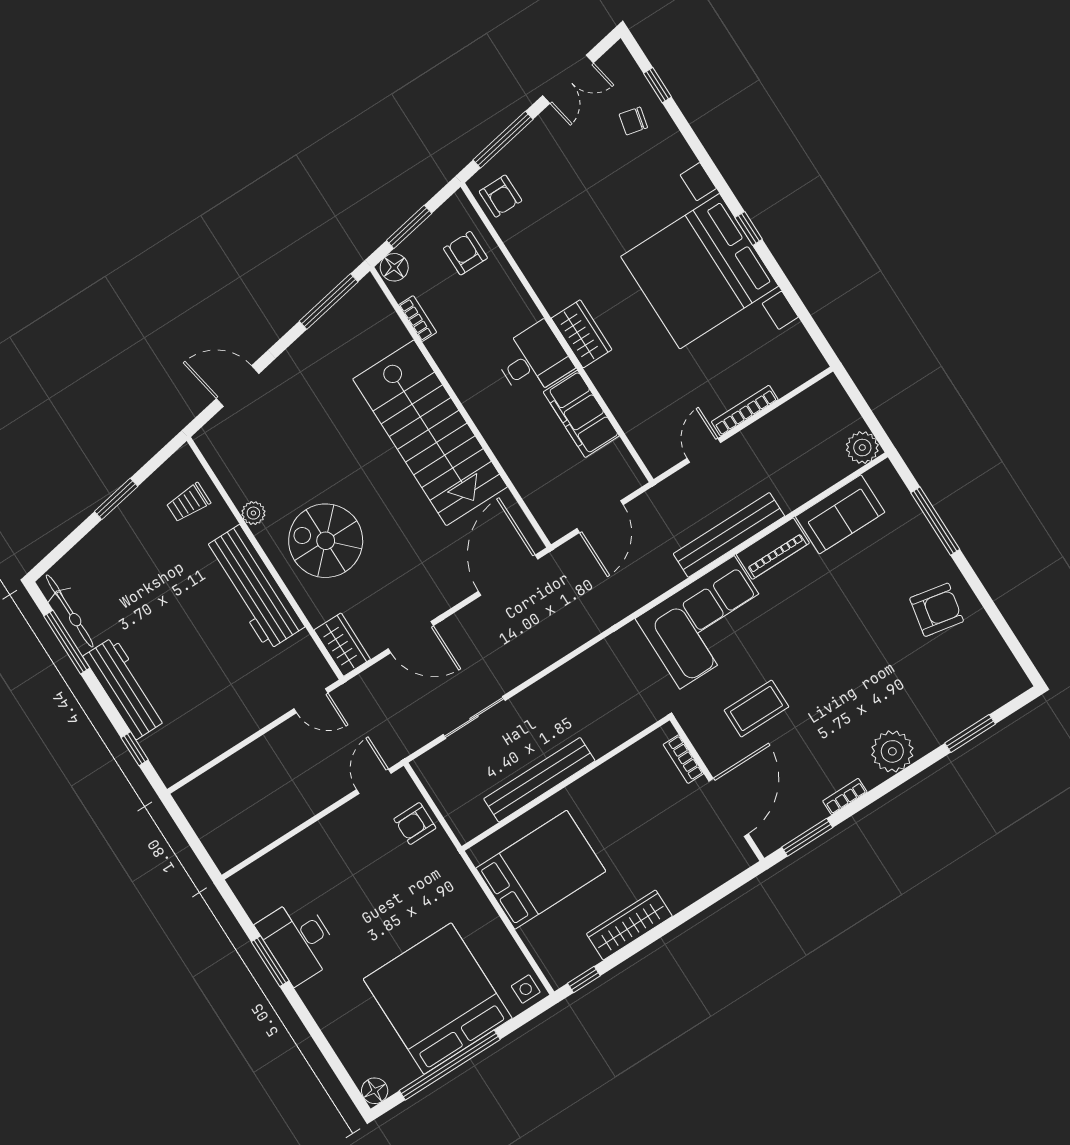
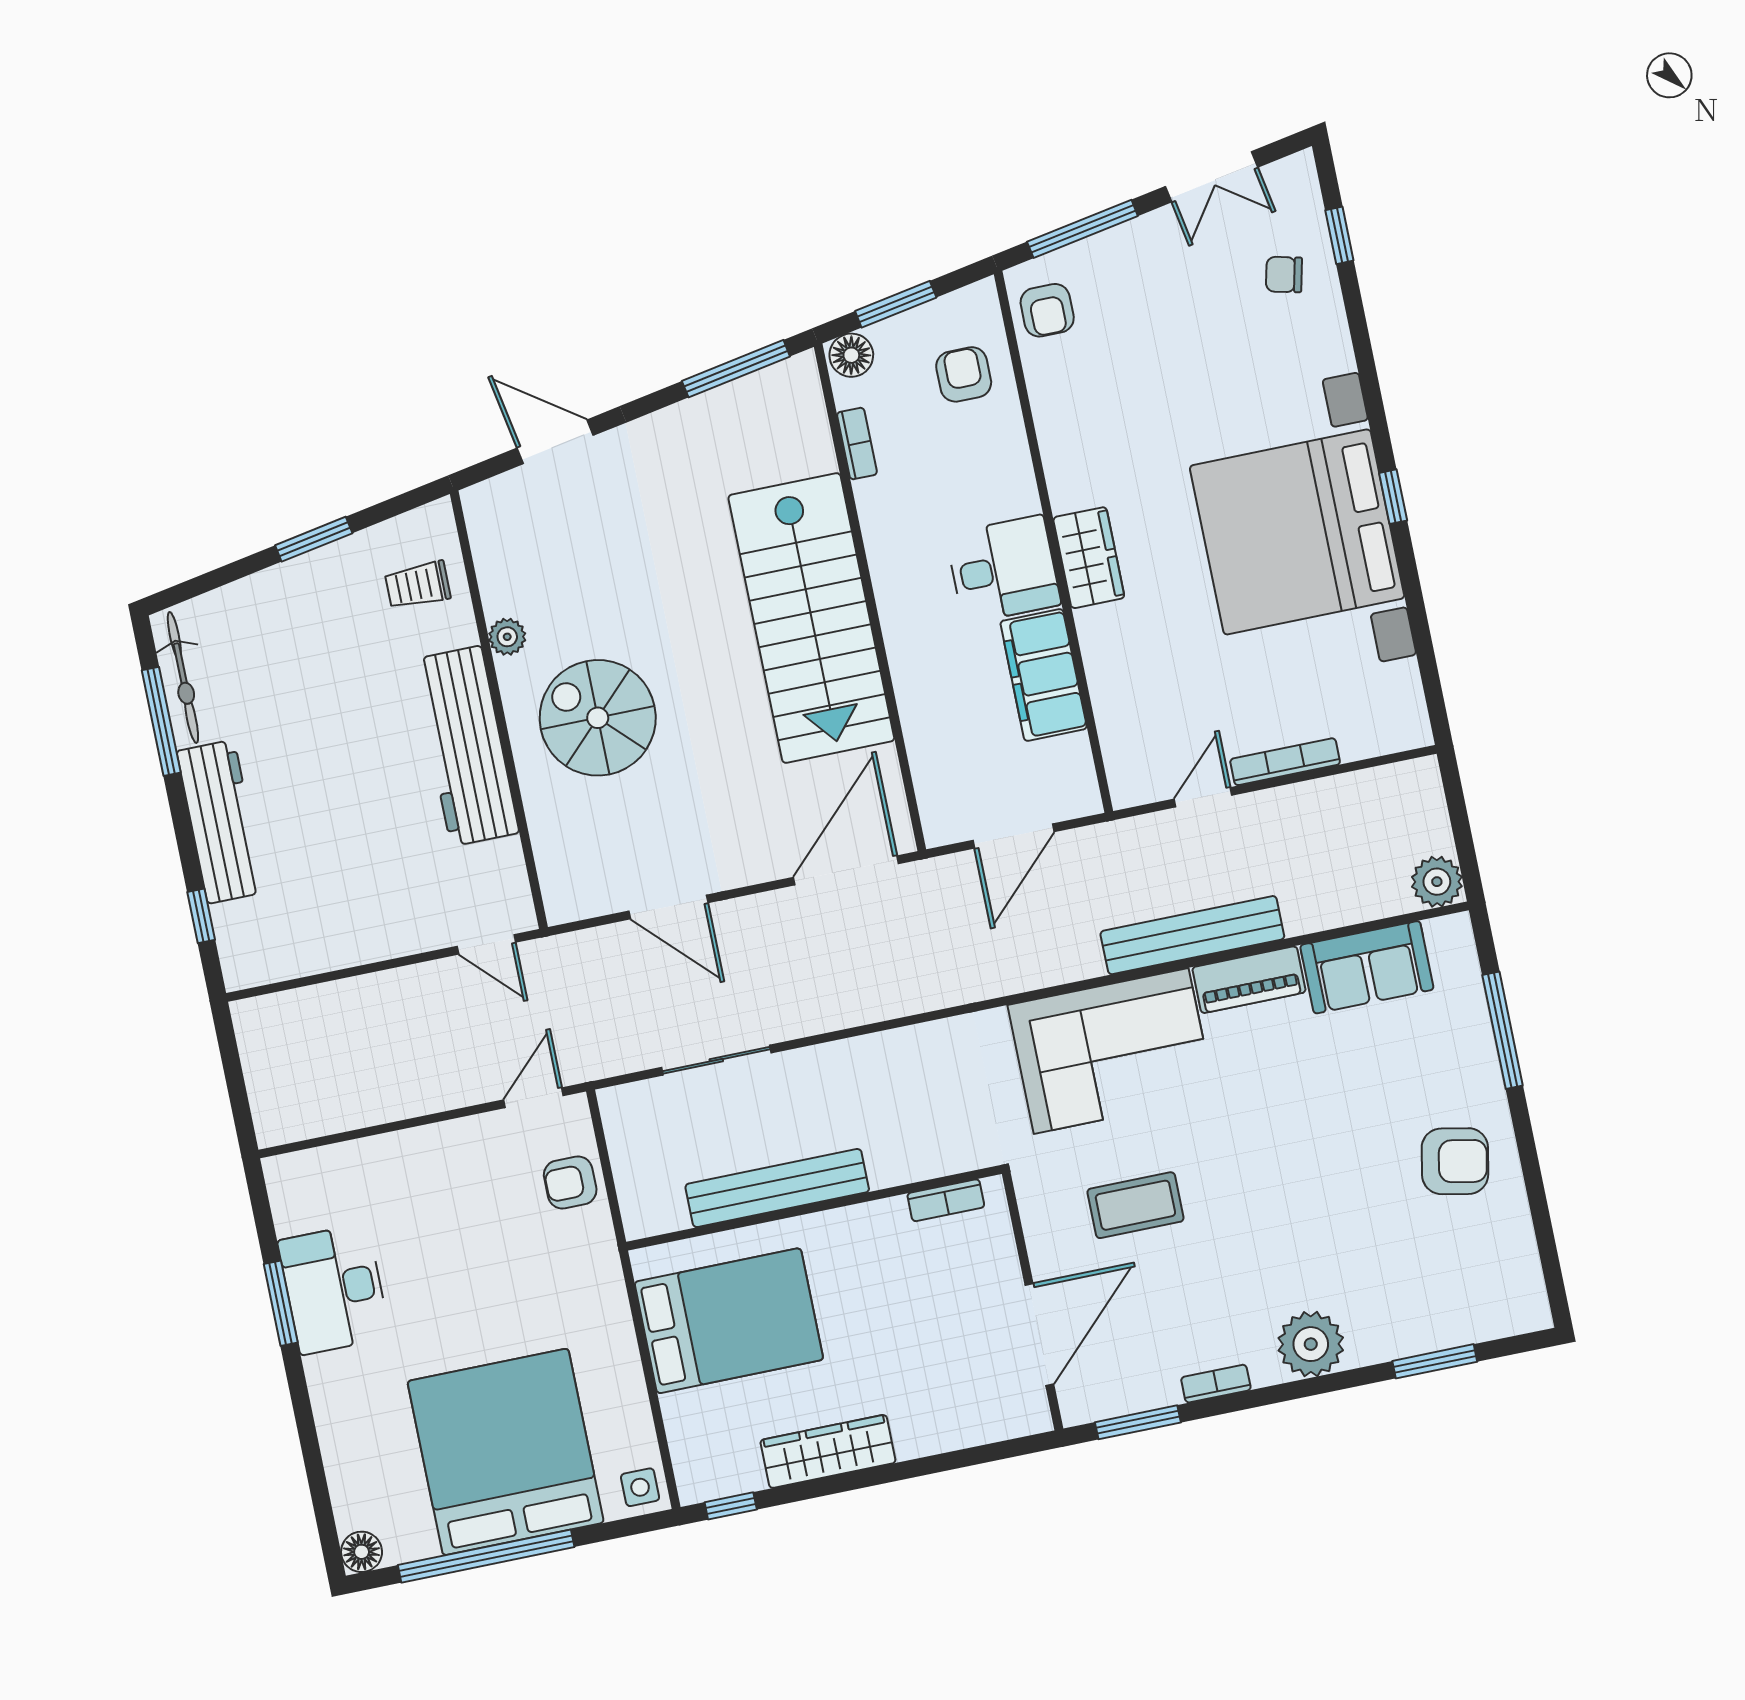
wardrobe: (342, 645) -> (564, 879), removed
bookcase: (683, 759) -> (946, 1200), moved, turned -90

